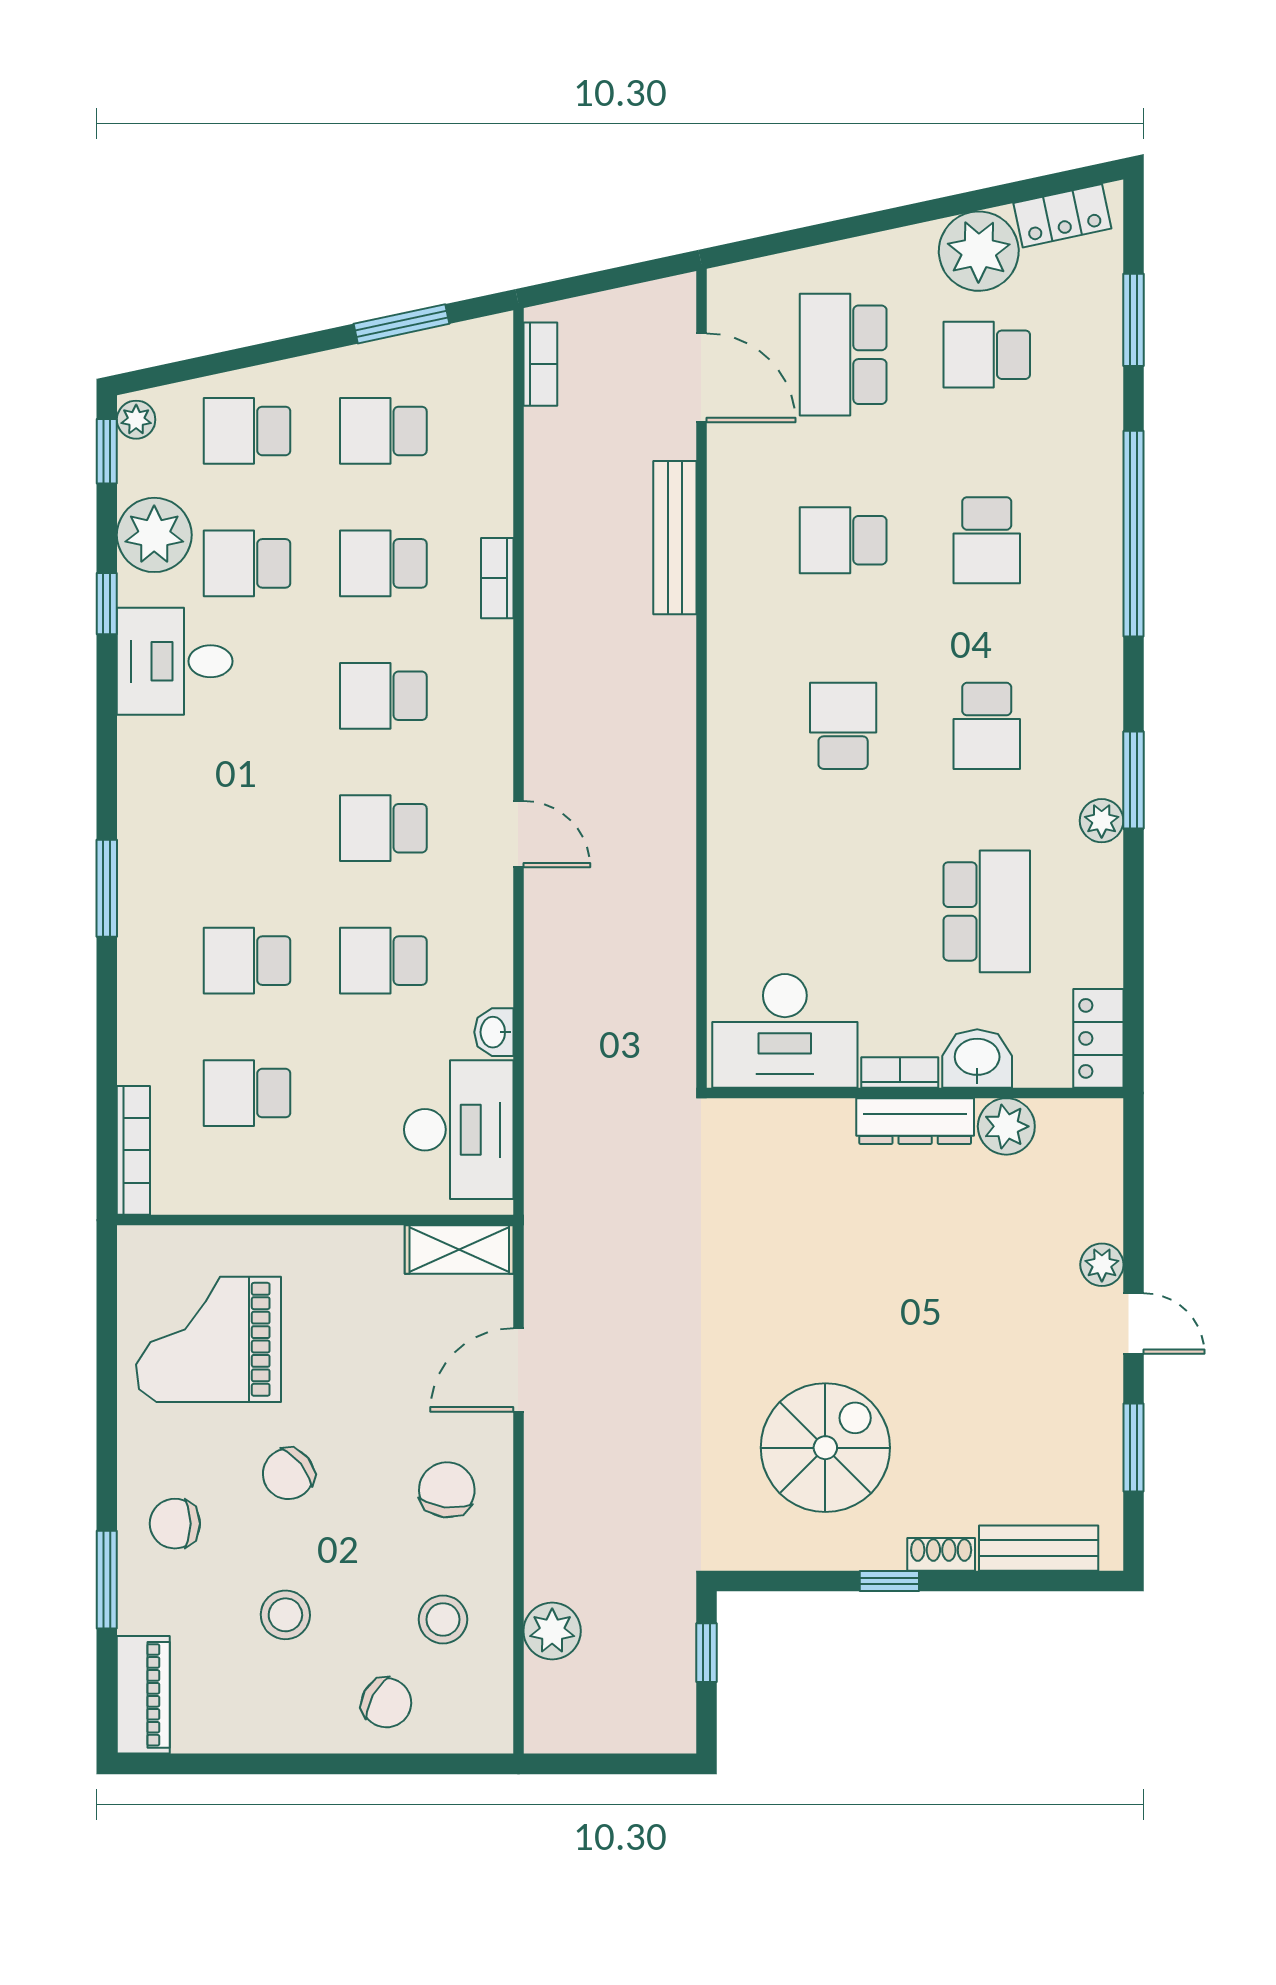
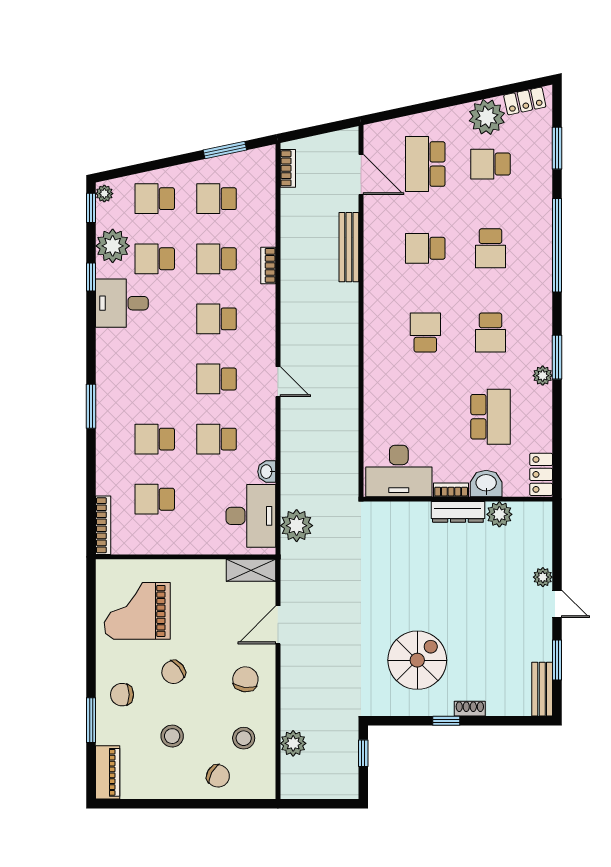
plant: (559, 1151) -> (297, 526), added
bench: (1039, 1548) -> (542, 689), moved, turned 90

